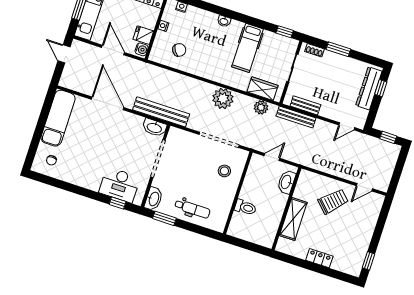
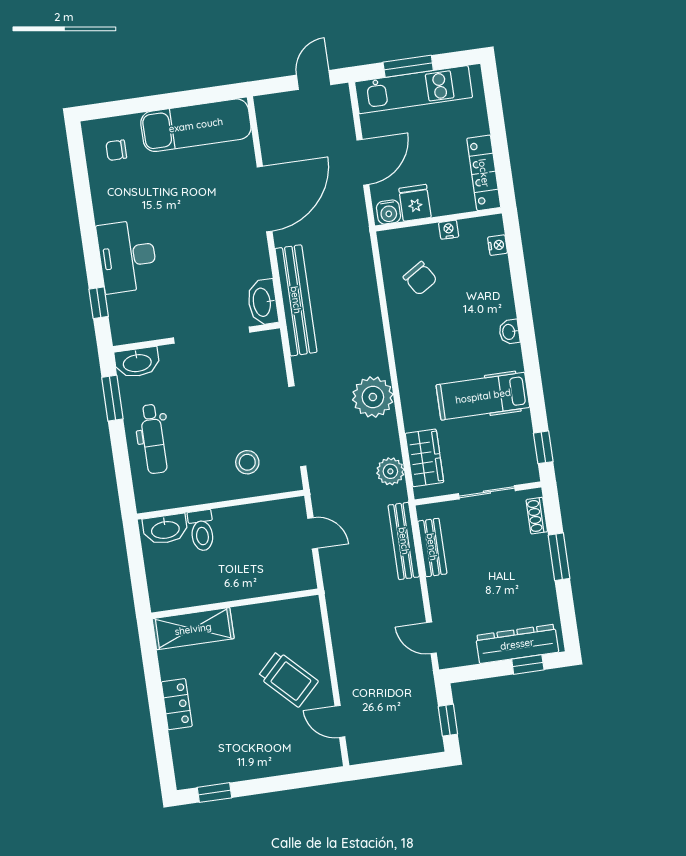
washbasin: (286, 182) -> (165, 529), moved, turned 180
desk: (119, 185) -> (127, 256), moved
shelving: (293, 219) -> (193, 629), moved

